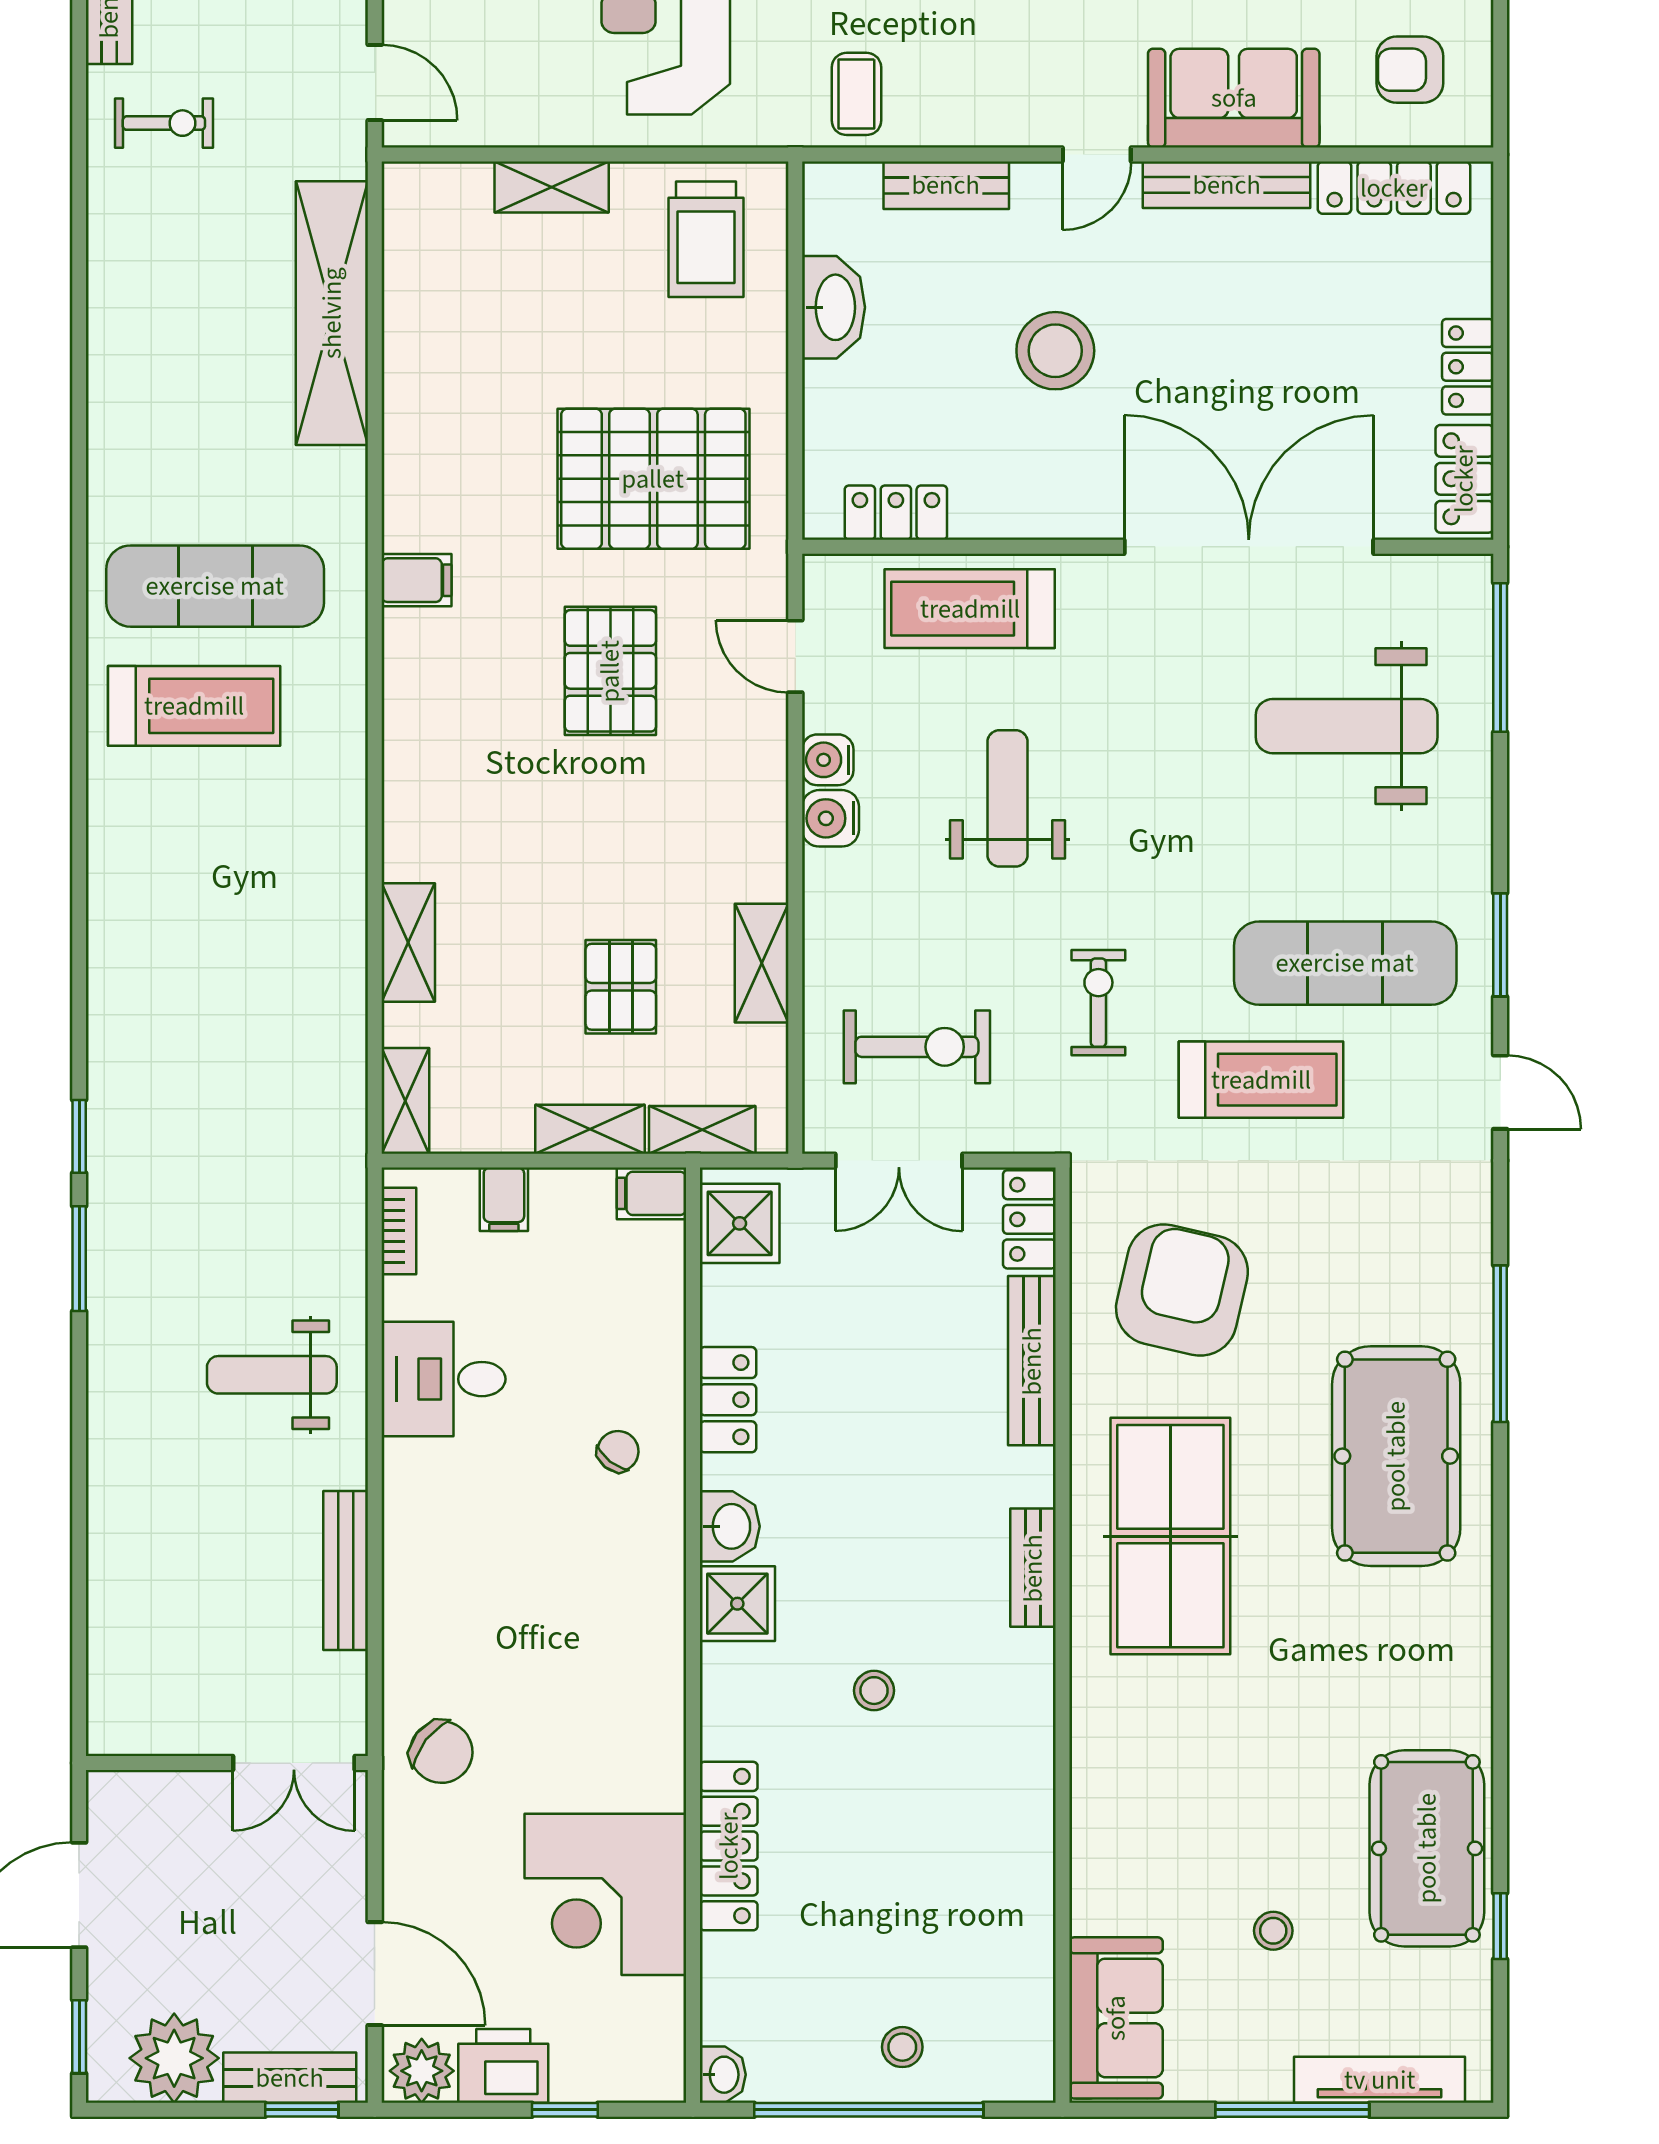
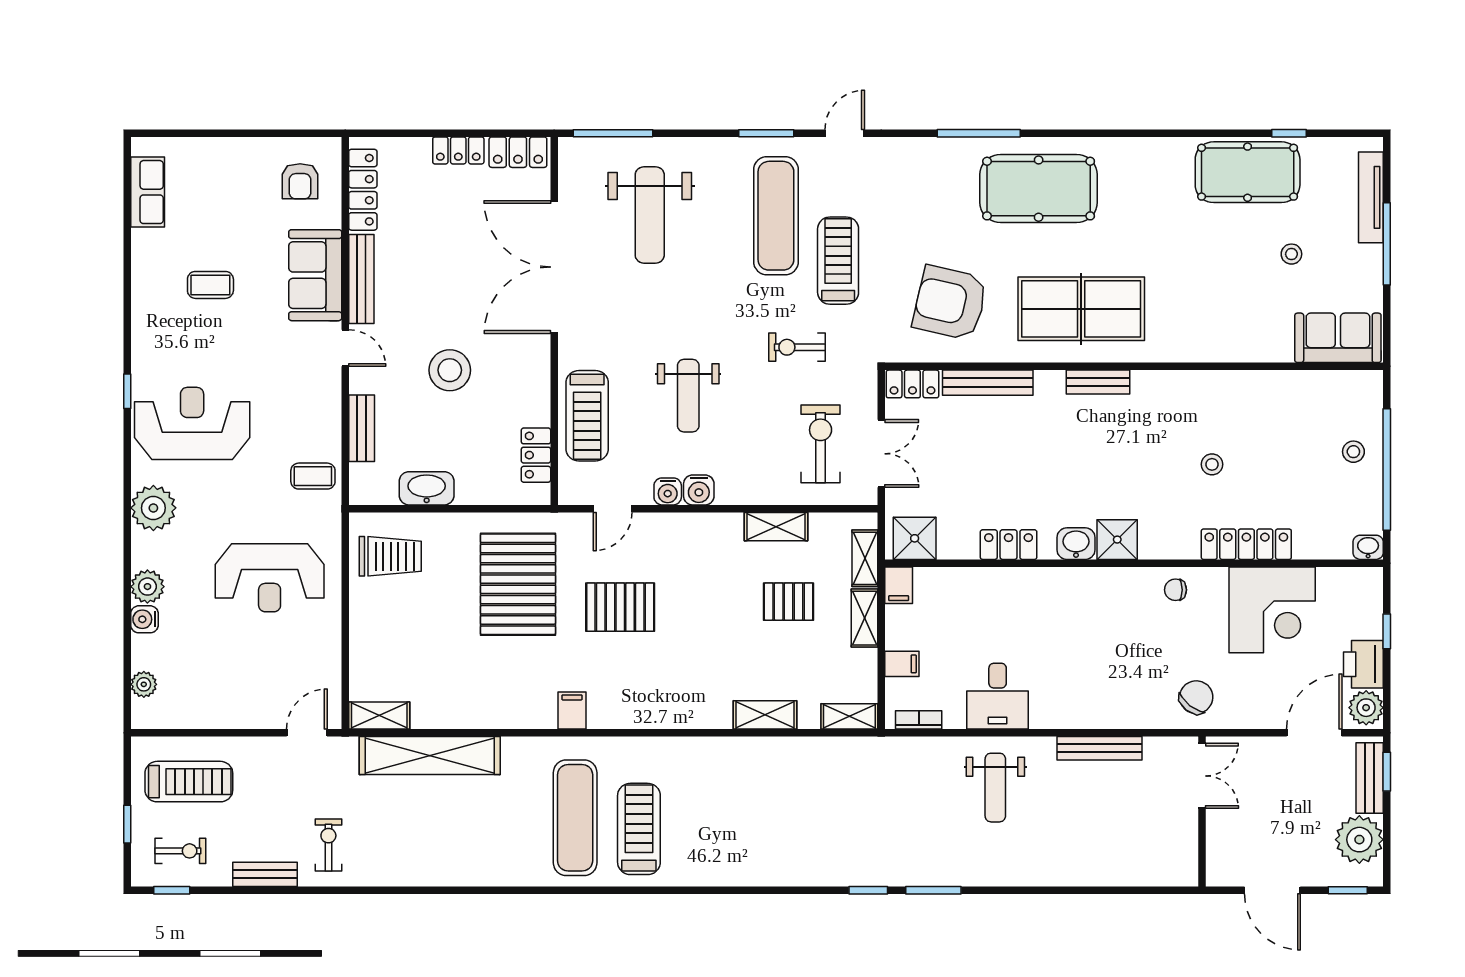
shelving: (552, 187) -> (379, 715), moved, turned 90
weight bench: (1008, 798) -> (688, 396), turned -90
chair: (618, 1451) -> (1175, 590), moved, turned -38
stool: (874, 1691) -> (1212, 464), moved

